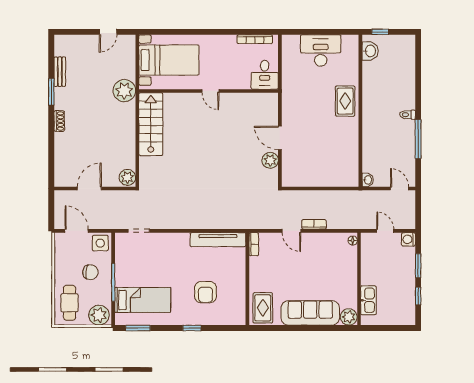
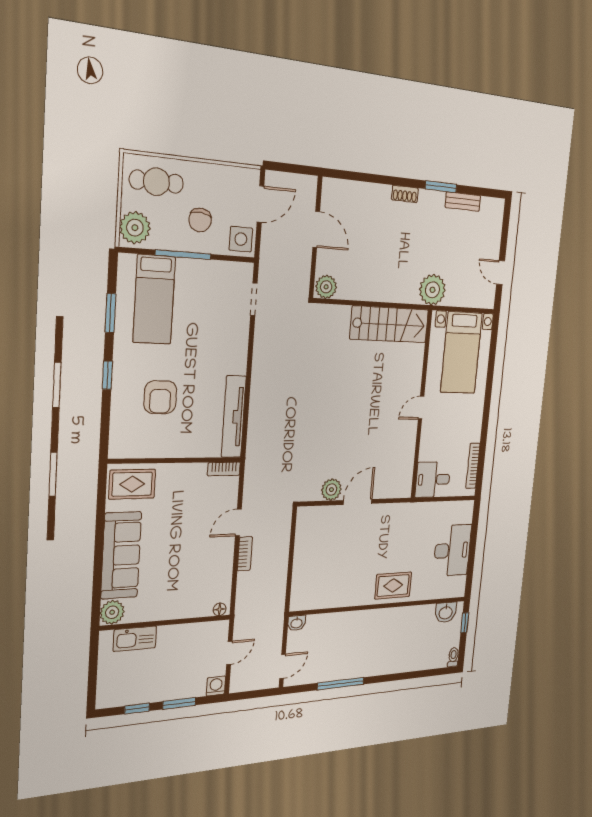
toilet: (408, 115) -> (453, 657), moved
armchair: (205, 292) -> (160, 397), turned -90
window: (138, 328) -> (110, 313), moved

